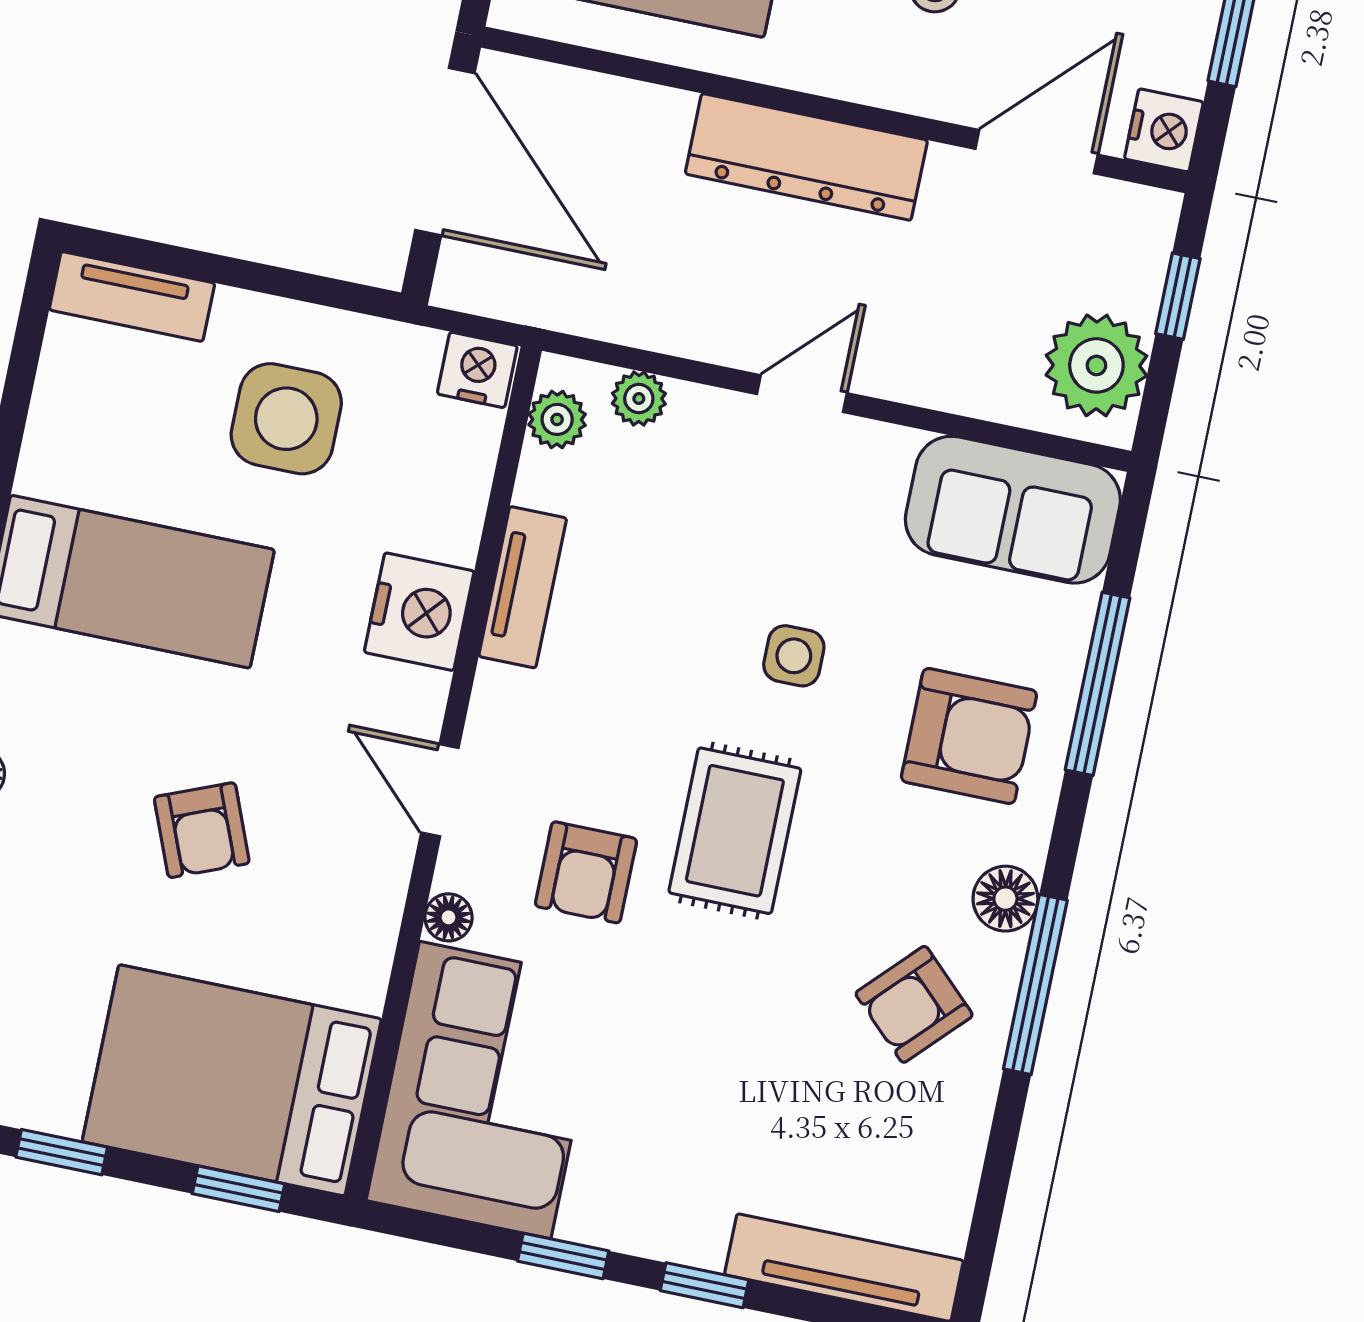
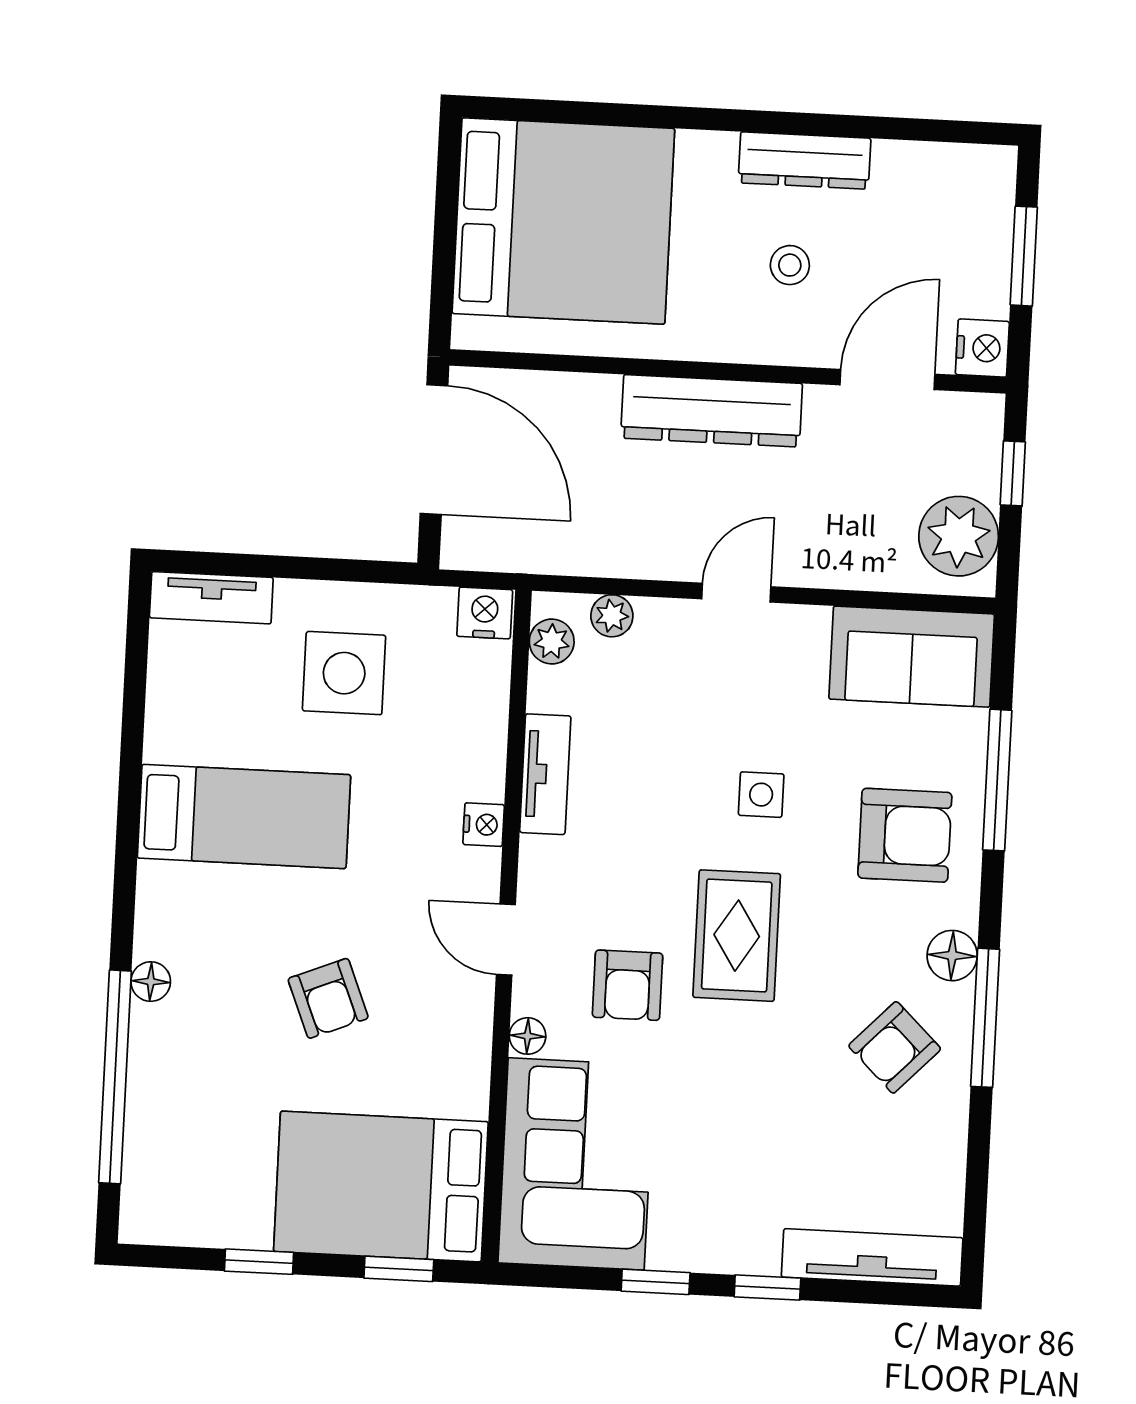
nightstand: (419, 612) -> (484, 825), width x0.53, depth x0.56

